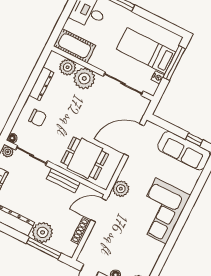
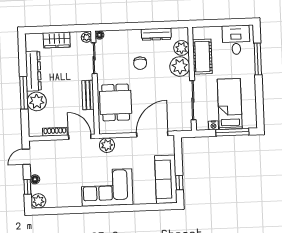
cot: (75, 46) -> (202, 57), moved
chair: (38, 118) -> (140, 63), moved
door: (134, 140) -> (152, 134), hinge flipped
window: (44, 248) -> (24, 93), moved

